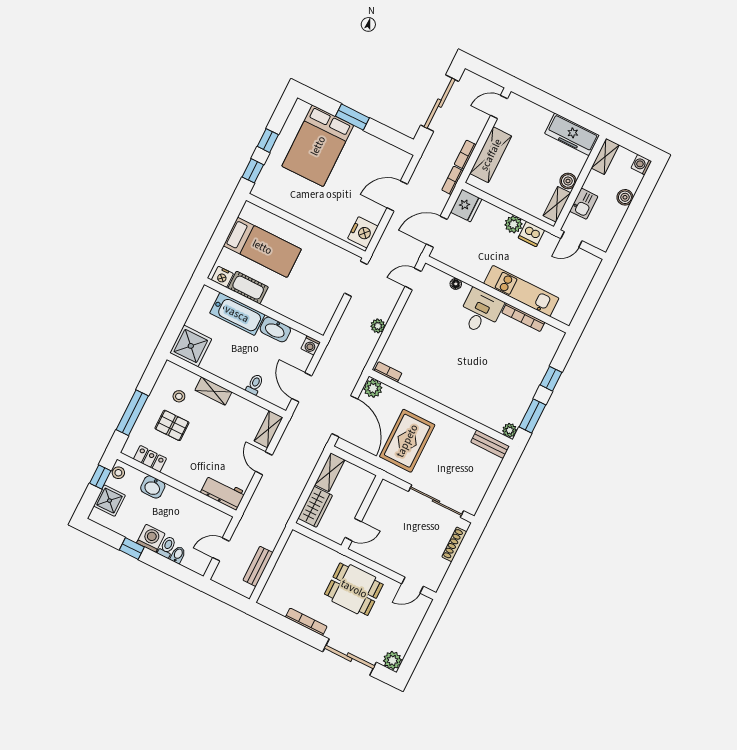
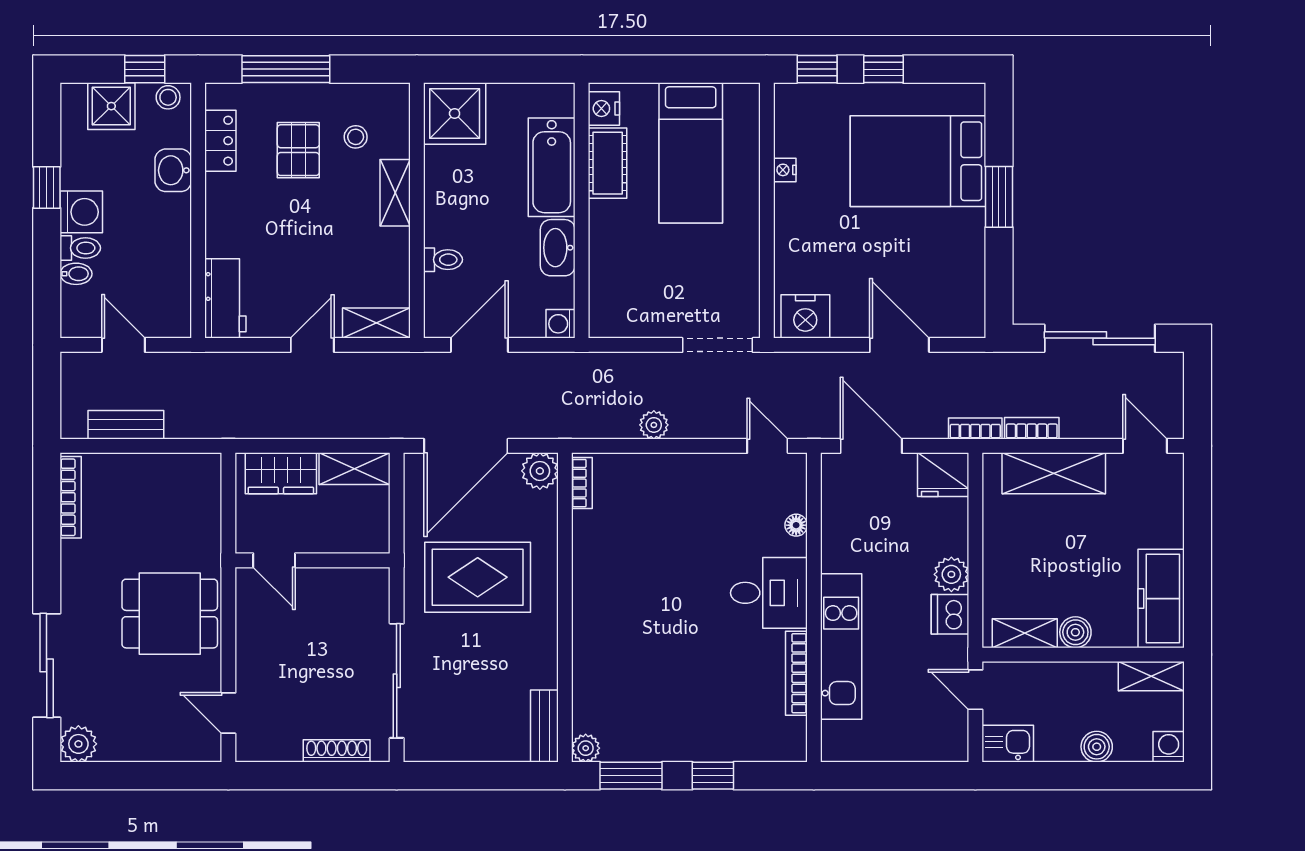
kitchen sink: (584, 204) -> (1008, 744), moved, turned 180
nightstand: (291, 208) -> (785, 170), added
dining table: (354, 589) -> (170, 614), turned 90
bookcase: (306, 622) -> (71, 497), moved

